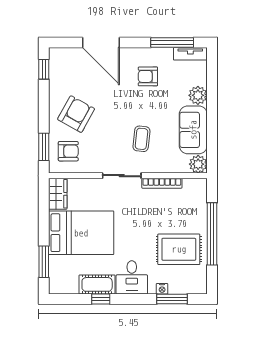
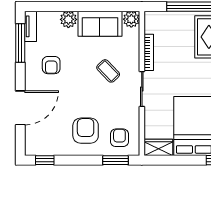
armchair: (76, 114) -> (86, 131), turned 61
coffee table: (141, 139) -> (108, 71), turned 40

